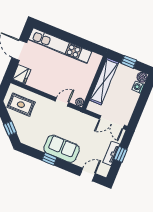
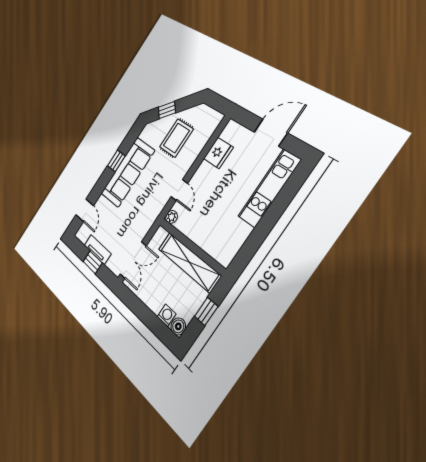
kitchen unit: (60, 46) -> (269, 188), width x0.73
fridge: (21, 74) -> (218, 153), moved, turned -90
rug: (21, 105) -> (176, 138), moved
double door: (112, 122) -> (133, 260), swing flipped
sofa: (62, 149) -> (128, 172), width x1.36

